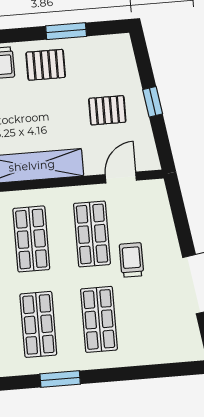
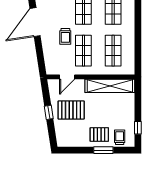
window: (66, 31) -> (103, 150), moved
pallet: (107, 110) -> (71, 110), width x1.50, depth x1.42

